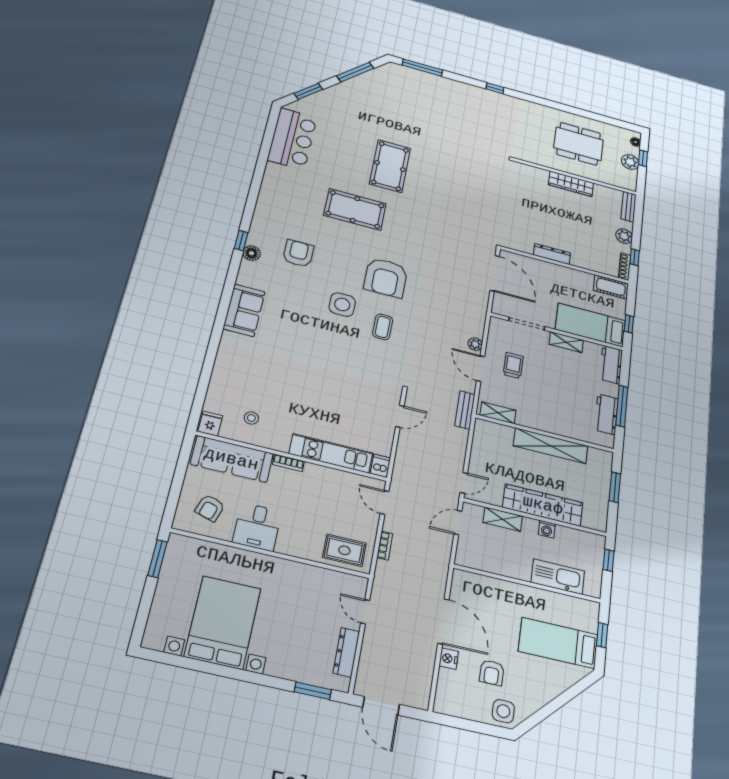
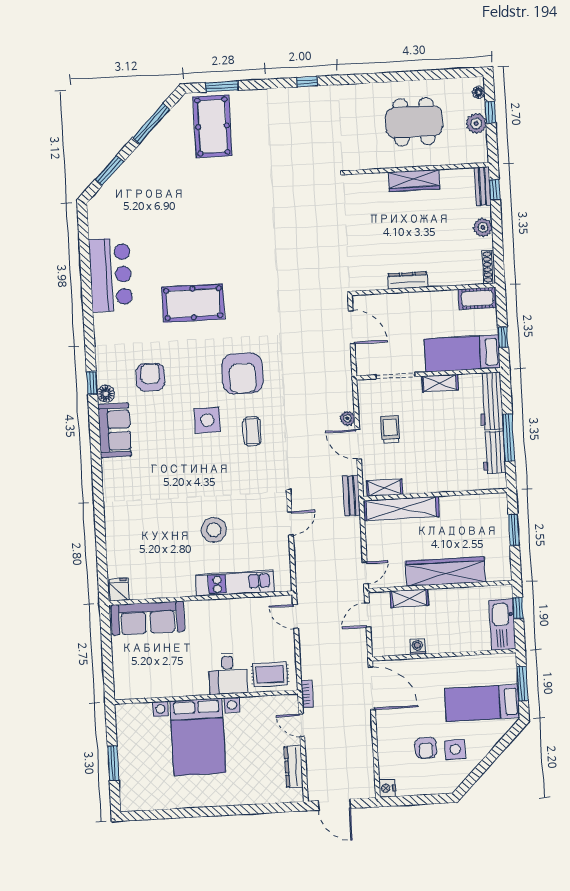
window: (422, 68) -> (222, 87), width x0.69
bar counter: (292, 139) -> (111, 275), moved
pool table: (390, 166) -> (212, 126), moved
window: (635, 257) -> (495, 189), moved
door: (495, 273) -> (352, 327), width x0.73
sofa: (244, 310) -> (115, 430), moved
workbench: (611, 365) -> (491, 401), width x1.38
stool: (251, 418) -> (214, 530), moved, width x1.89, depth x1.89
shelving: (551, 446) -> (401, 508), moved
bookcase: (288, 463) -> (199, 606), removed
dishwasher: (380, 466) -> (283, 581), removed
armchair: (210, 508) -> (142, 671), removed
desk: (257, 527) -> (228, 674), moved
washing machine: (547, 529) -> (417, 647), moved, turned 180
bookcase: (385, 546) -> (307, 694), moved
window: (157, 559) -> (113, 763), moved
kitchen sink: (558, 577) -> (502, 624), moved, turned -90
door: (443, 621) -> (372, 688), moved
bed with nightstands: (223, 622) -> (198, 737), moved, turned 180
window: (602, 635) -> (522, 684), width x1.50
nightstand: (449, 659) -> (387, 788), moved
window: (313, 691) -> (273, 808), removed
side table: (503, 711) -> (455, 749), moved

